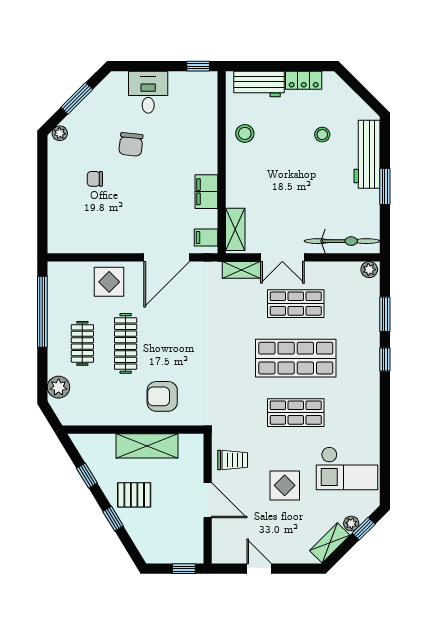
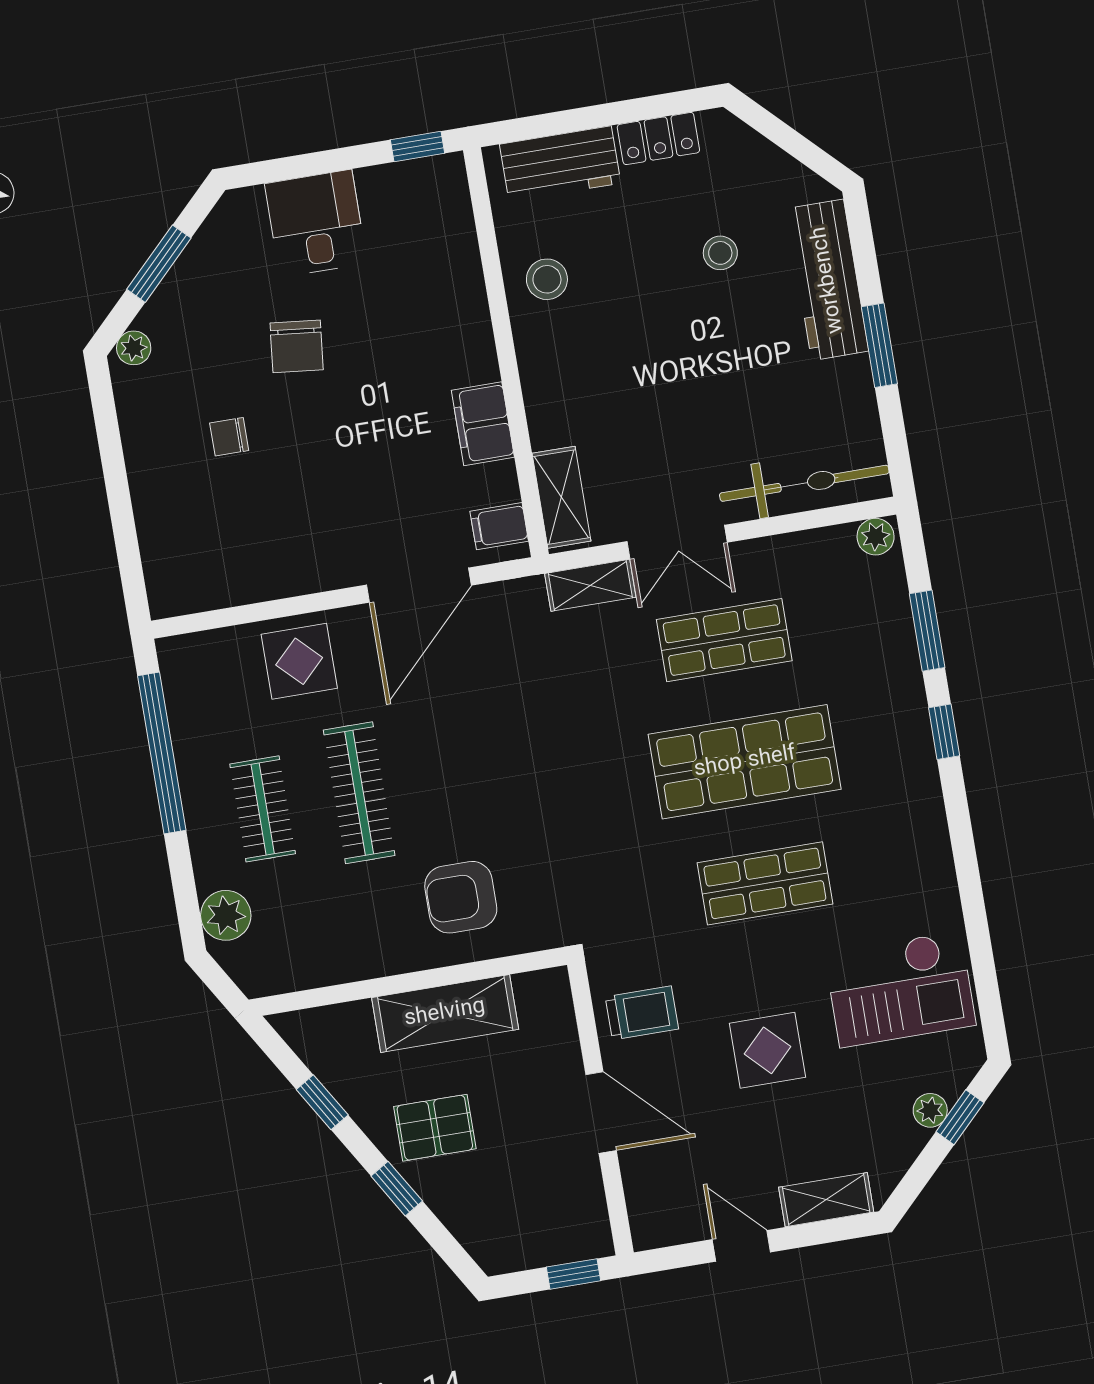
shelving: (330, 543) -> (826, 1200), moved, turned 45

